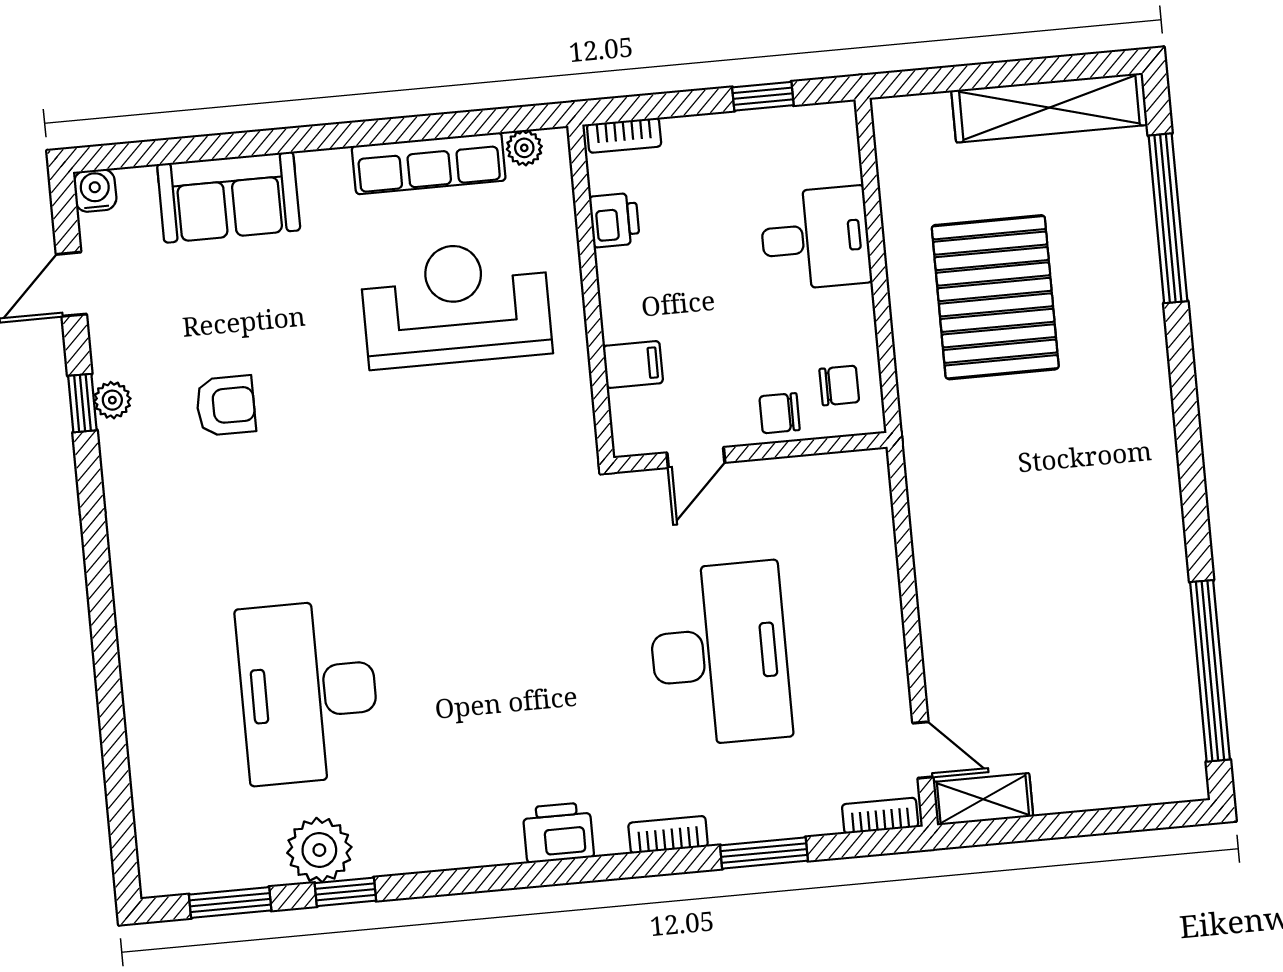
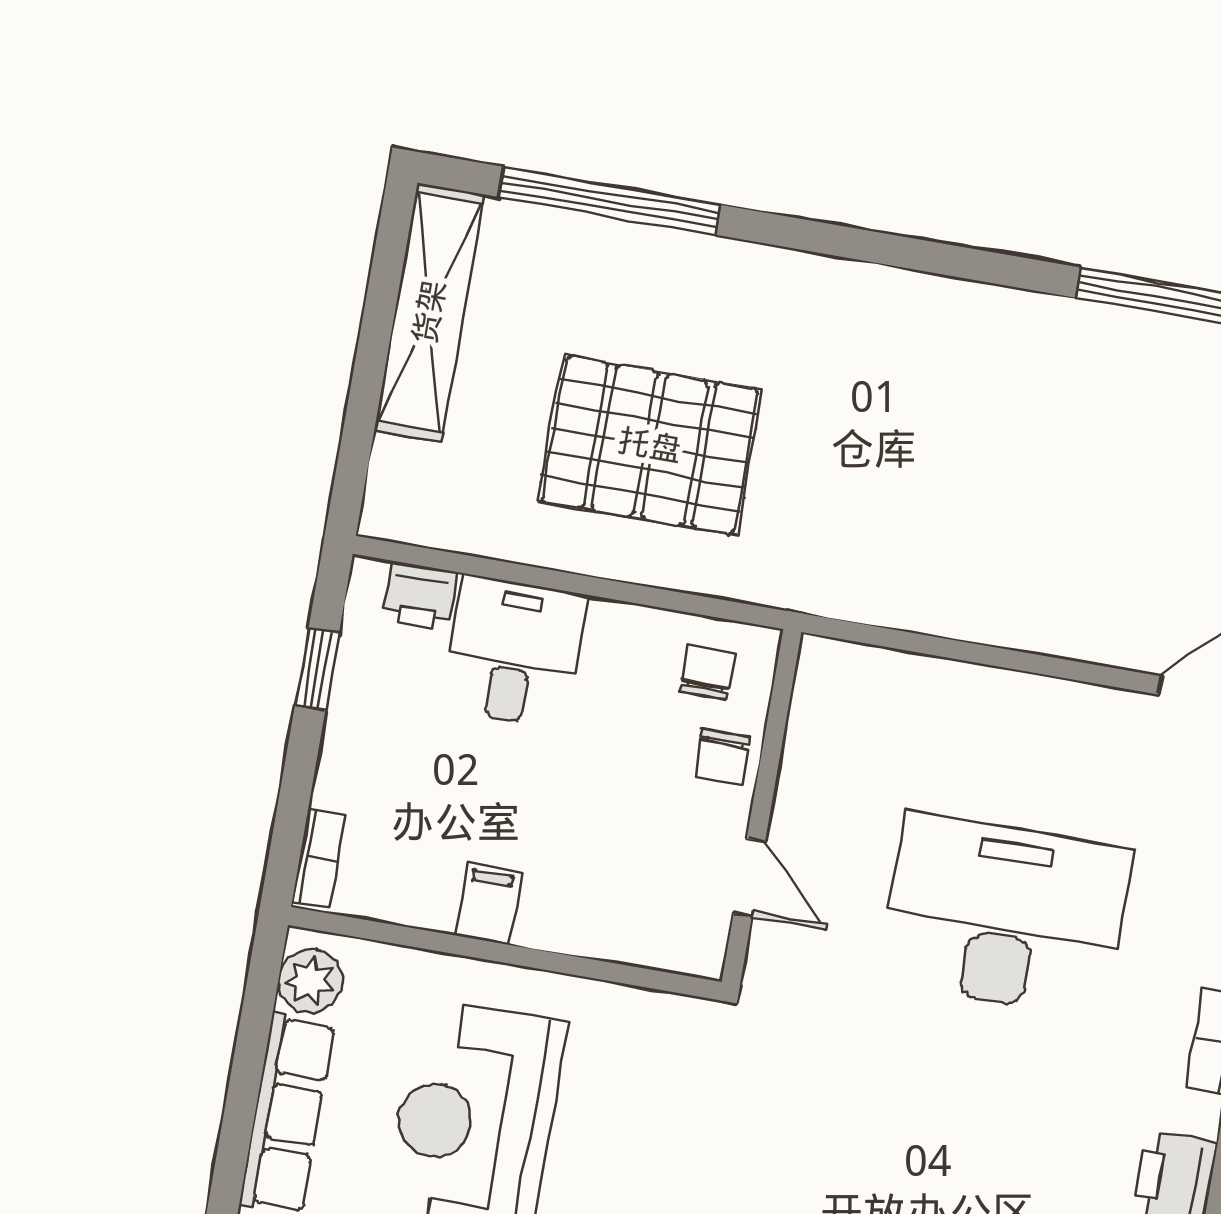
plant: (524, 148) -> (310, 981), width x1.38, depth x1.38
printer: (614, 220) -> (420, 596), moved, turned 180
filing cabinet: (633, 364) -> (488, 904), moved

